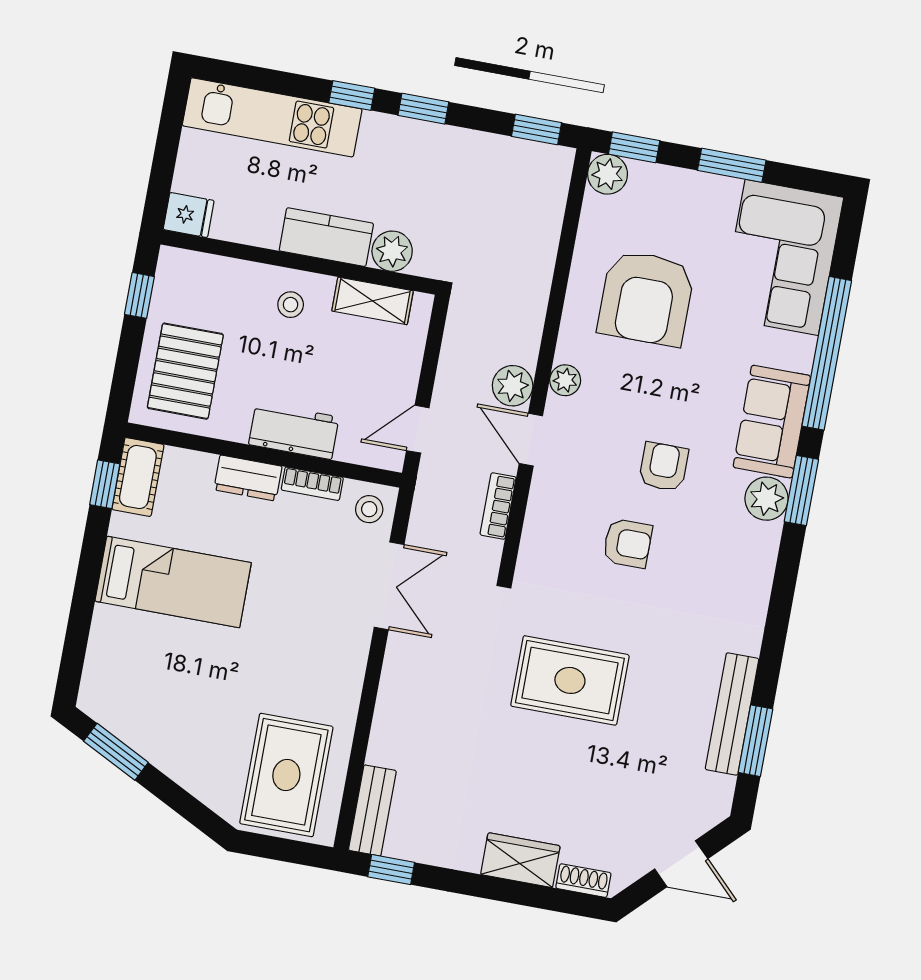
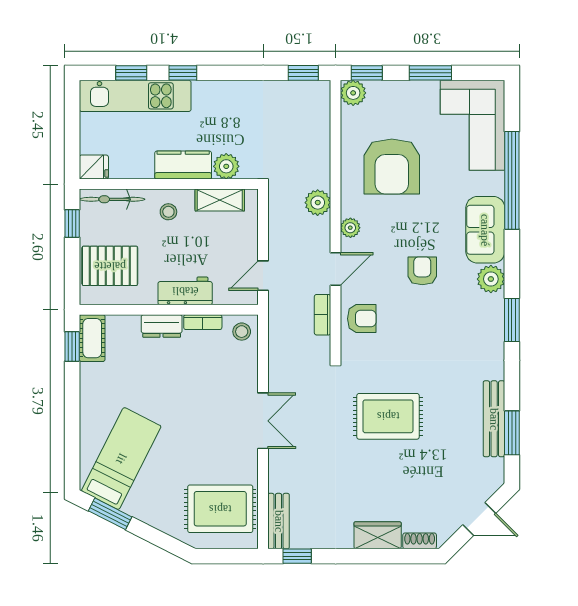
window: (423, 109) -> (131, 73), moved
bicycle: (208, 270) -> (112, 199), added
pallet: (185, 371) -> (110, 266), turned 90
plant: (513, 386) -> (318, 203), moved
door: (531, 440) -> (336, 269), swing flipped
window: (801, 491) -> (512, 320), moved
armchair: (627, 543) -> (362, 319), moved
bed: (173, 582) -> (121, 459), moved, turned -63
double door: (389, 586) -> (263, 421), moved
rug: (286, 775) -> (220, 509), turned 90

